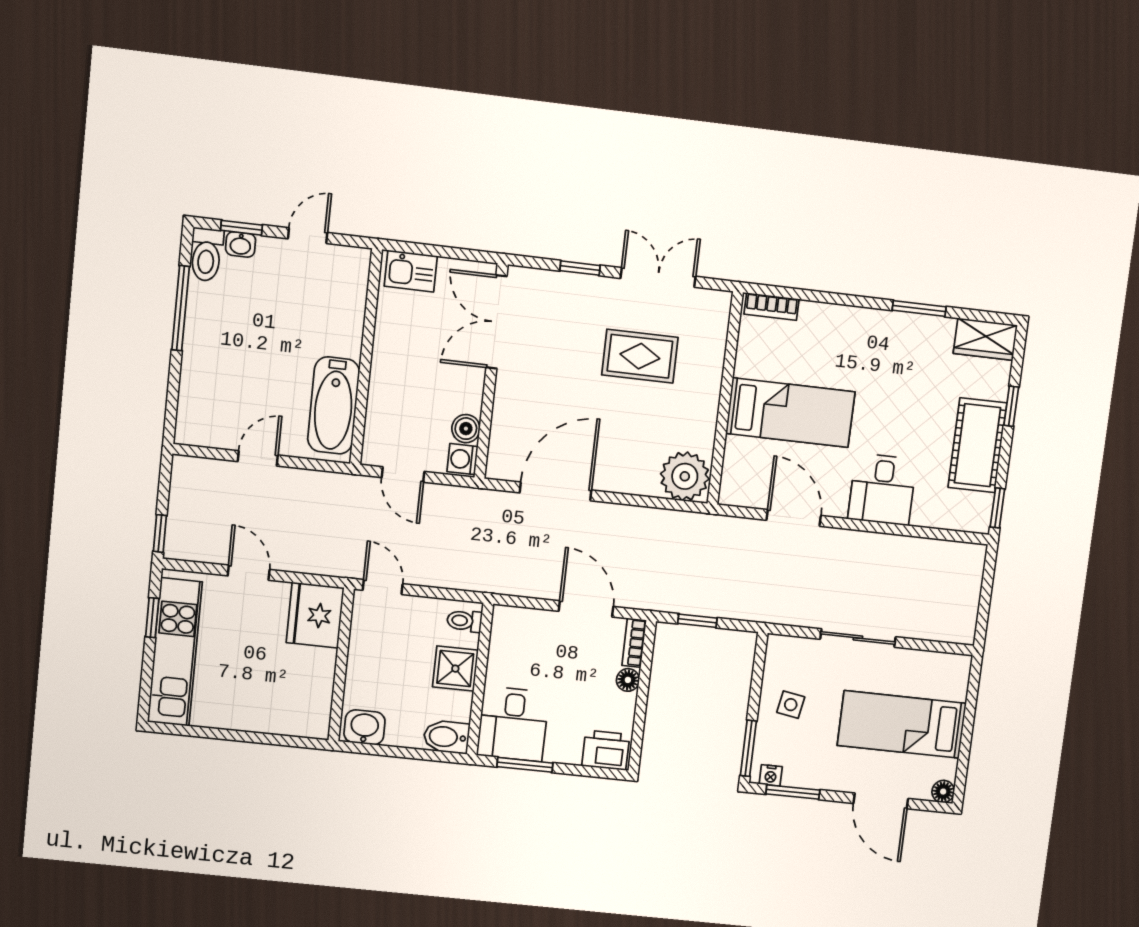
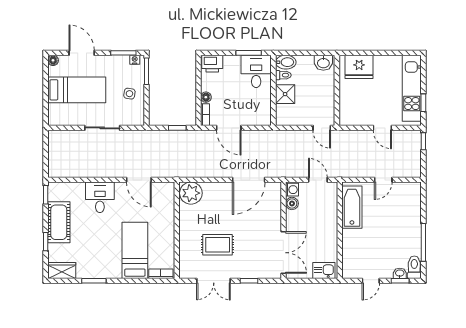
bed: (790, 413) -> (135, 250), moved, turned 90
fridge: (315, 615) -> (359, 67), moved, turned 90
toilet: (464, 621) -> (283, 75), moved

